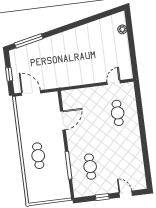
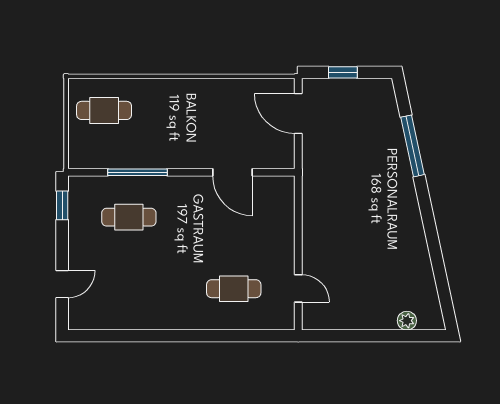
window: (29, 41) -> (413, 146), moved
door: (31, 93) -> (298, 113), swing flipped
cafe table: (38, 156) -> (104, 110), moved
window: (102, 197) -> (62, 205), moved

